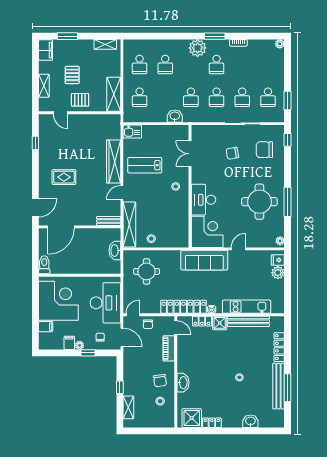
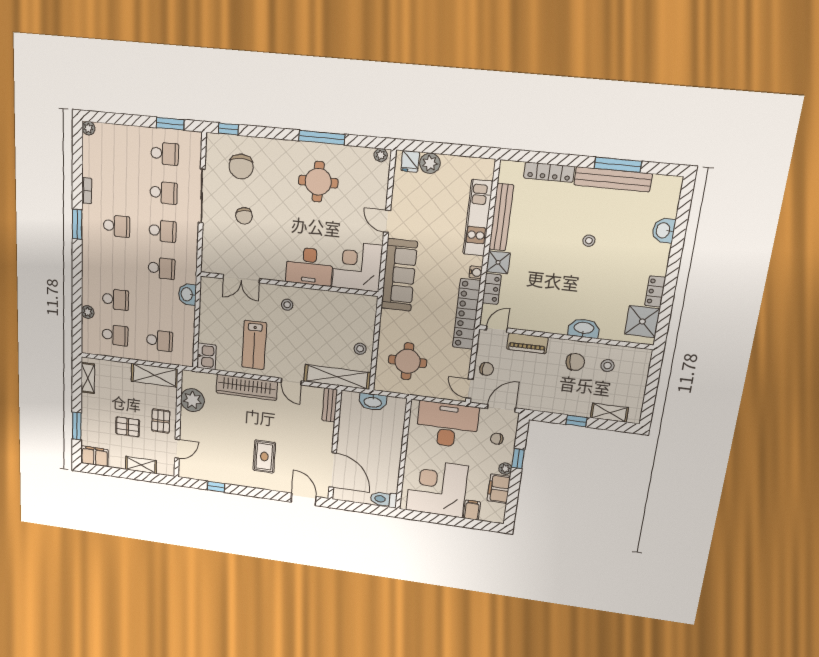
plant: (198, 48) -> (88, 312), moved, width x0.53, depth x0.53
plant: (99, 123) -> (192, 400), added
round table: (259, 202) -> (318, 182), width x0.73, depth x0.73
filing cabinet: (69, 343) -> (499, 489), width x2.00

